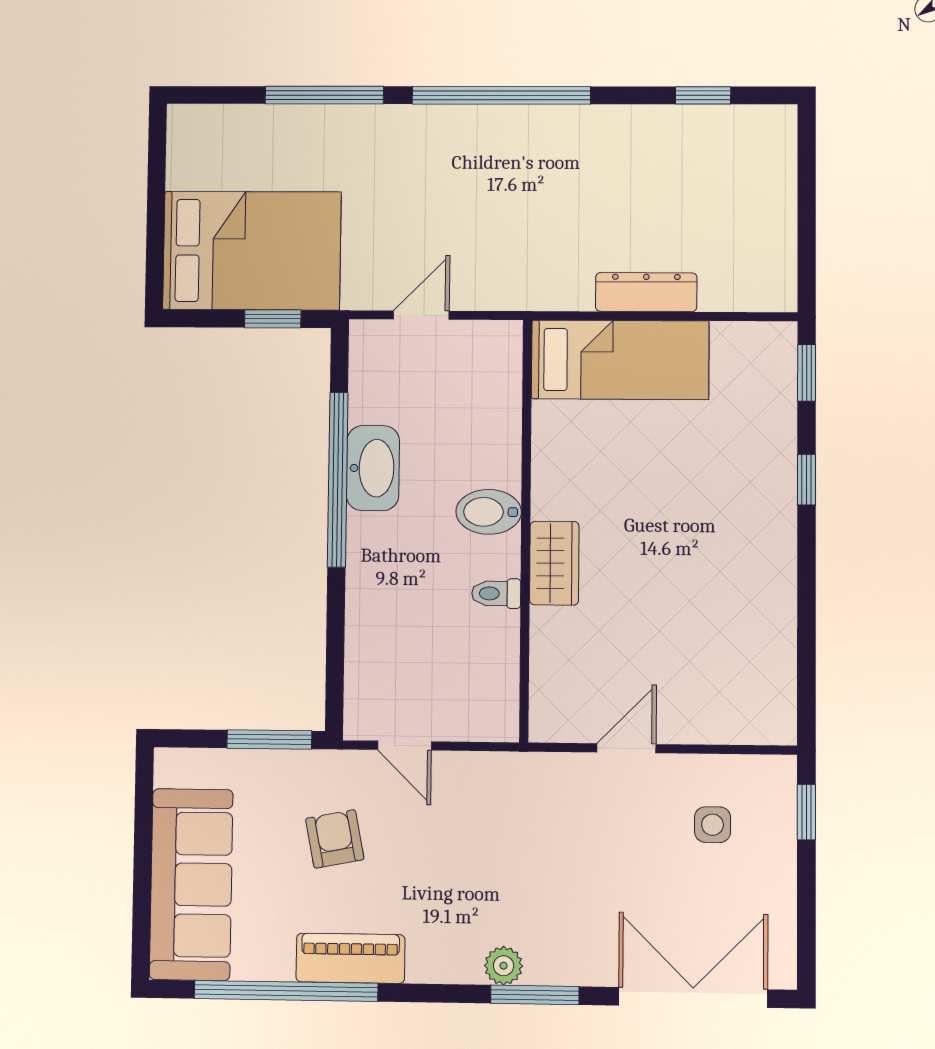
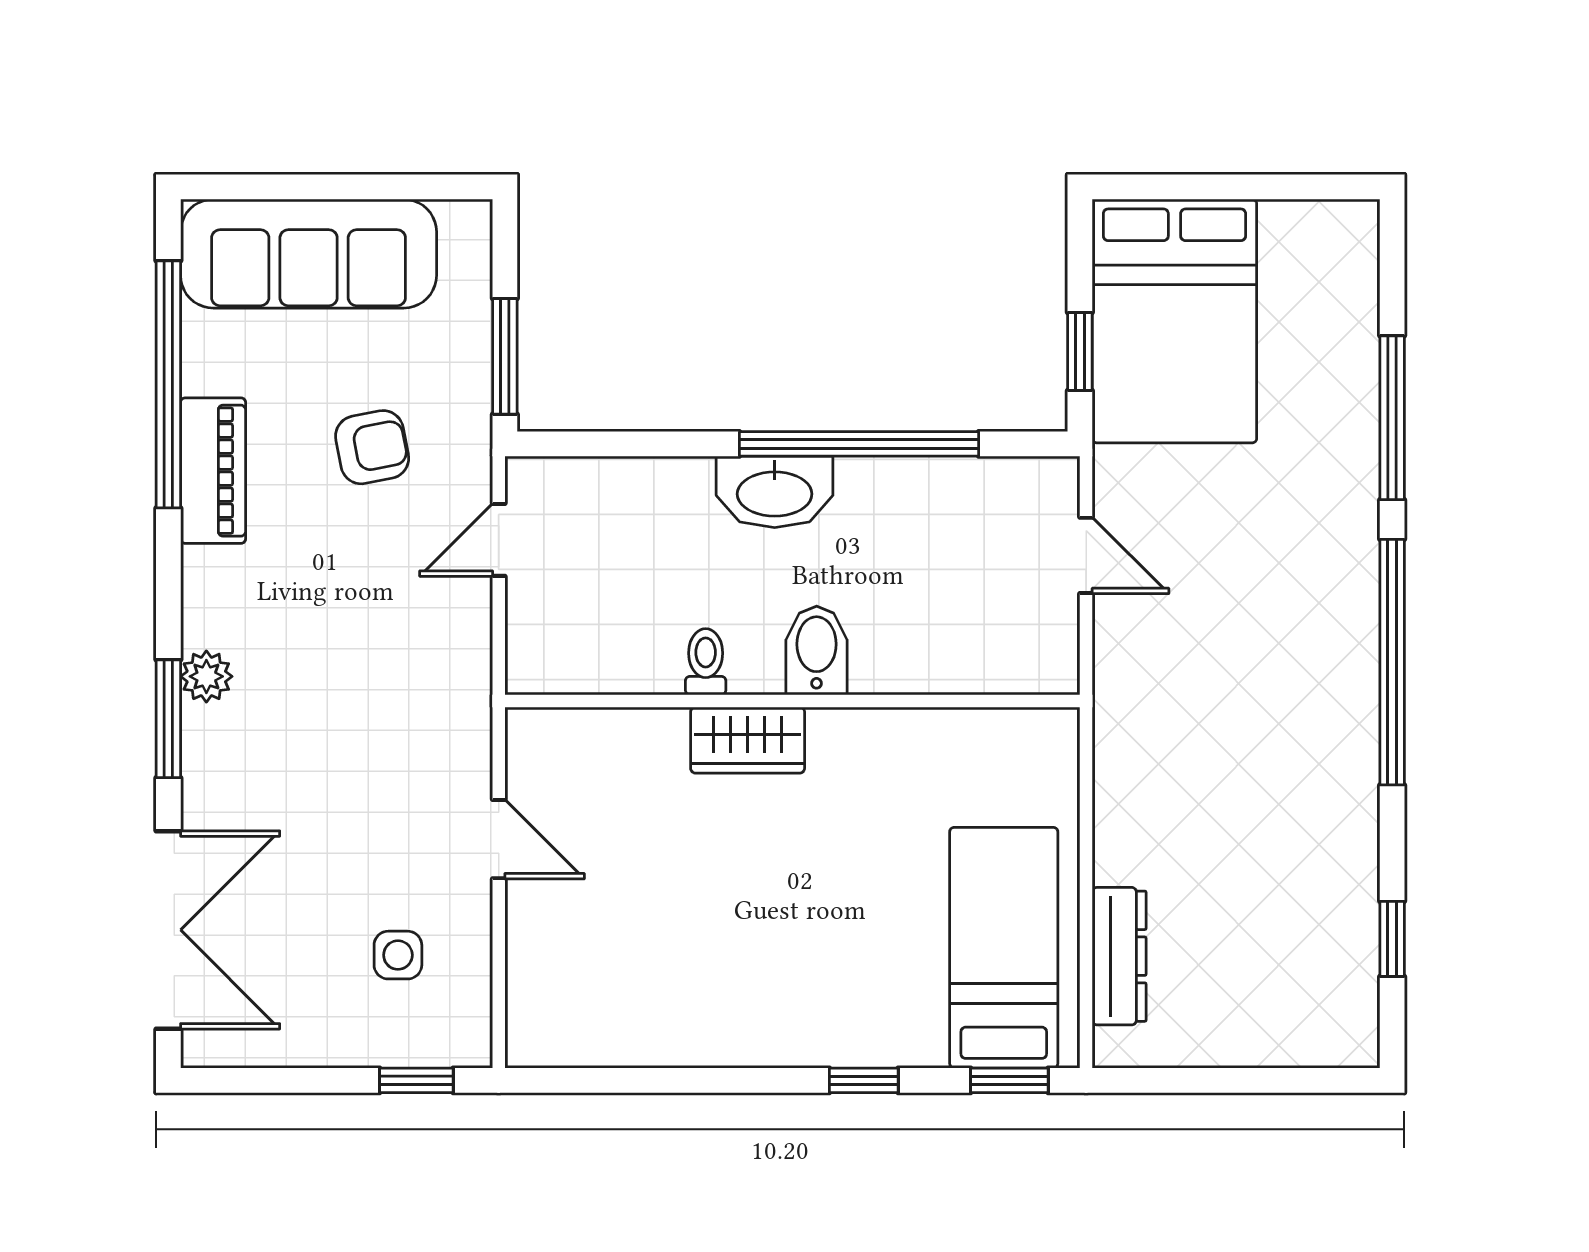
dresser: (646, 292) -> (1119, 956), moved
bed: (620, 360) -> (1004, 948), moved, turned 180
washbasin: (373, 468) -> (775, 492), moved

